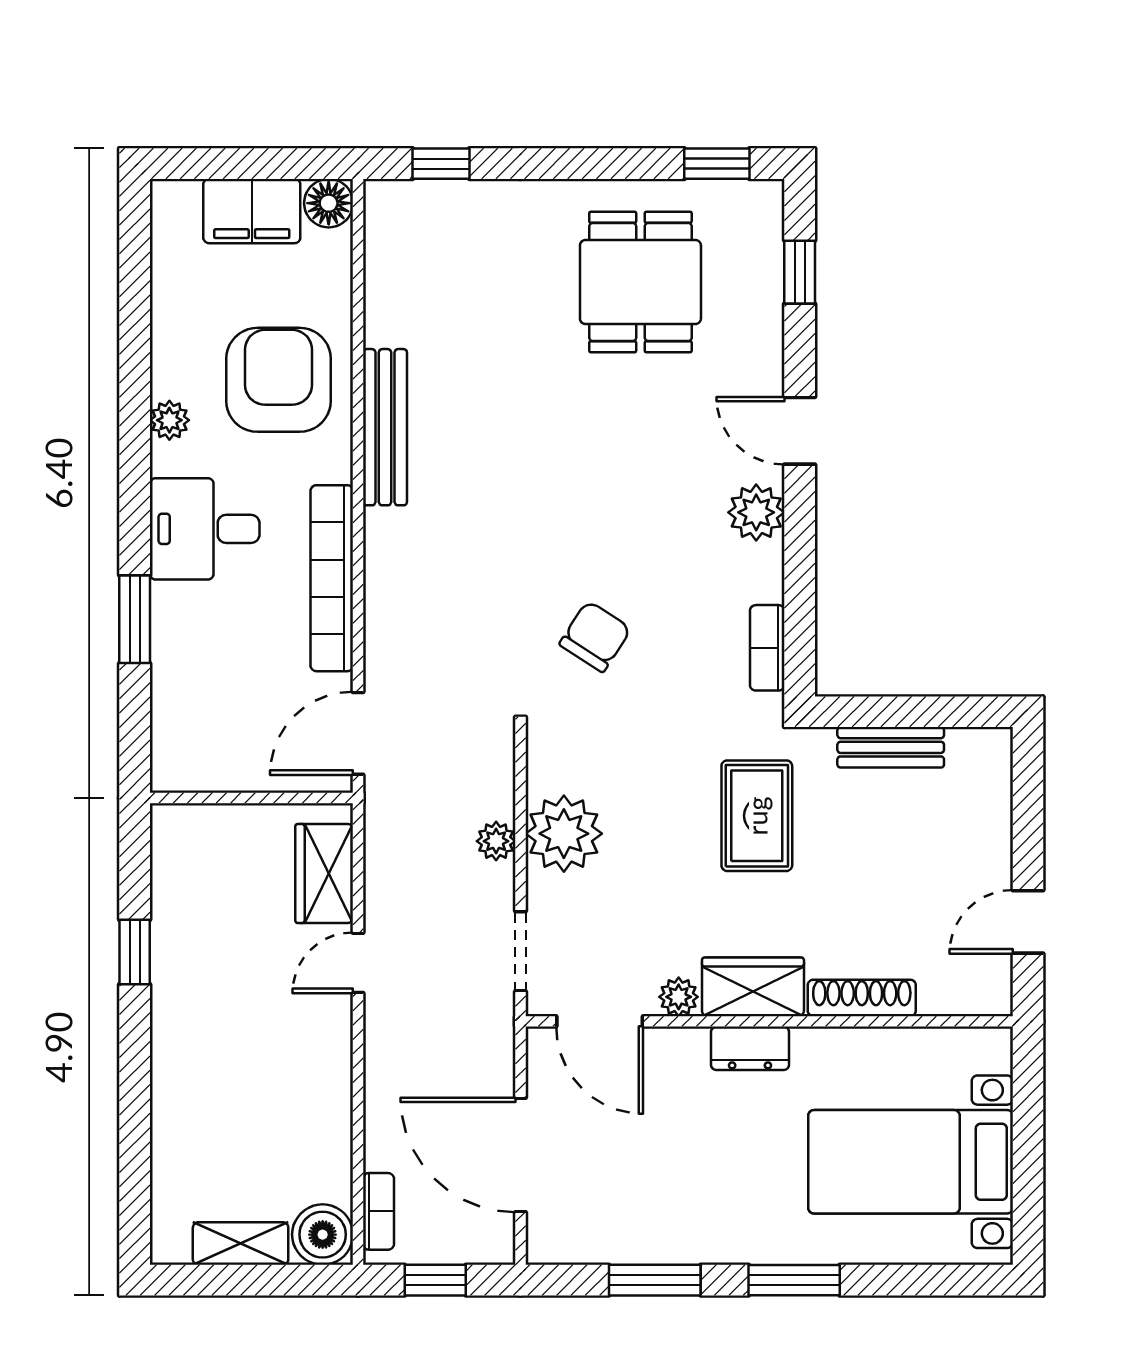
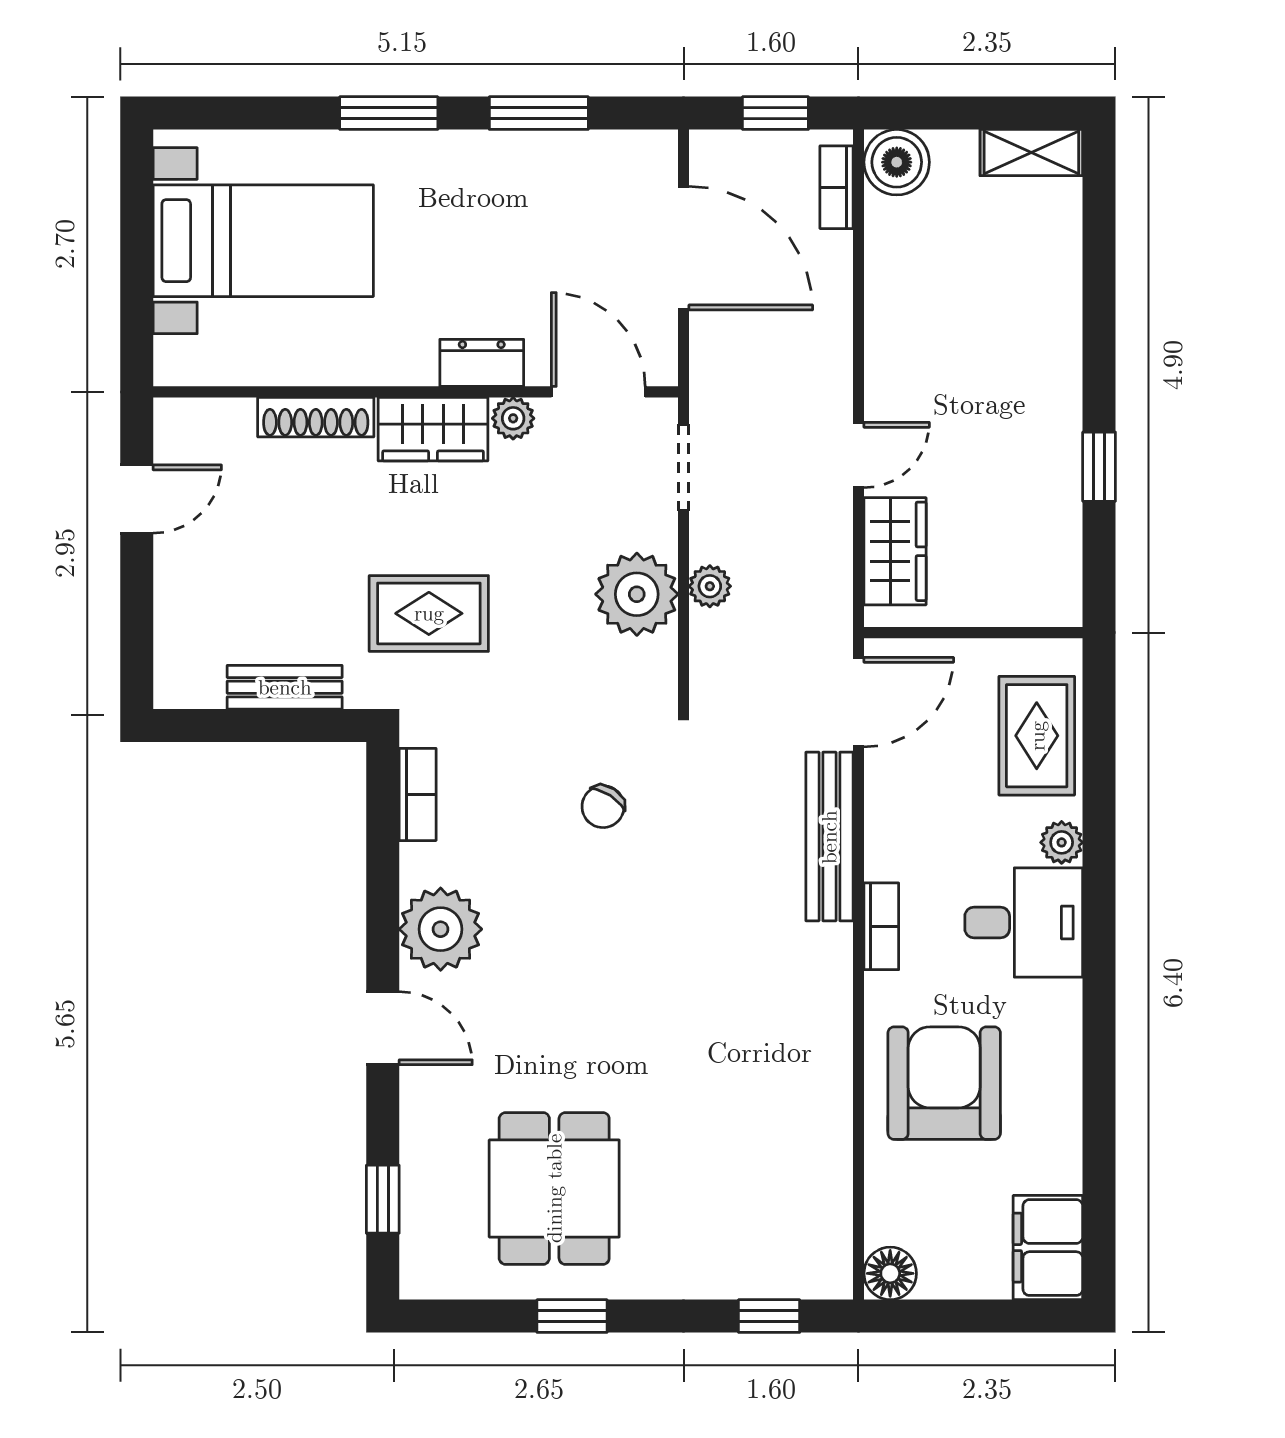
window: (717, 164) -> (572, 1316), moved
filing cabinet: (252, 211) -> (1048, 1248), moved, turned -90
armchair: (279, 380) -> (944, 1083), turned 180
plant: (169, 420) -> (1062, 842), moved
bench: (385, 427) -> (829, 837), moved
plant: (756, 512) -> (441, 929), width x1.36, depth x1.36
bookcase: (332, 578) -> (881, 926), width x0.43, depth x0.76
window: (135, 619) -> (1099, 825), removed
chair: (595, 636) -> (603, 807), width x0.73, depth x0.73
rug: (193, 702) -> (1037, 736), added
rug: (757, 816) -> (429, 613), turned 90
dresser: (750, 1048) -> (482, 363), moved
shelving: (241, 1244) -> (1031, 153), moved

